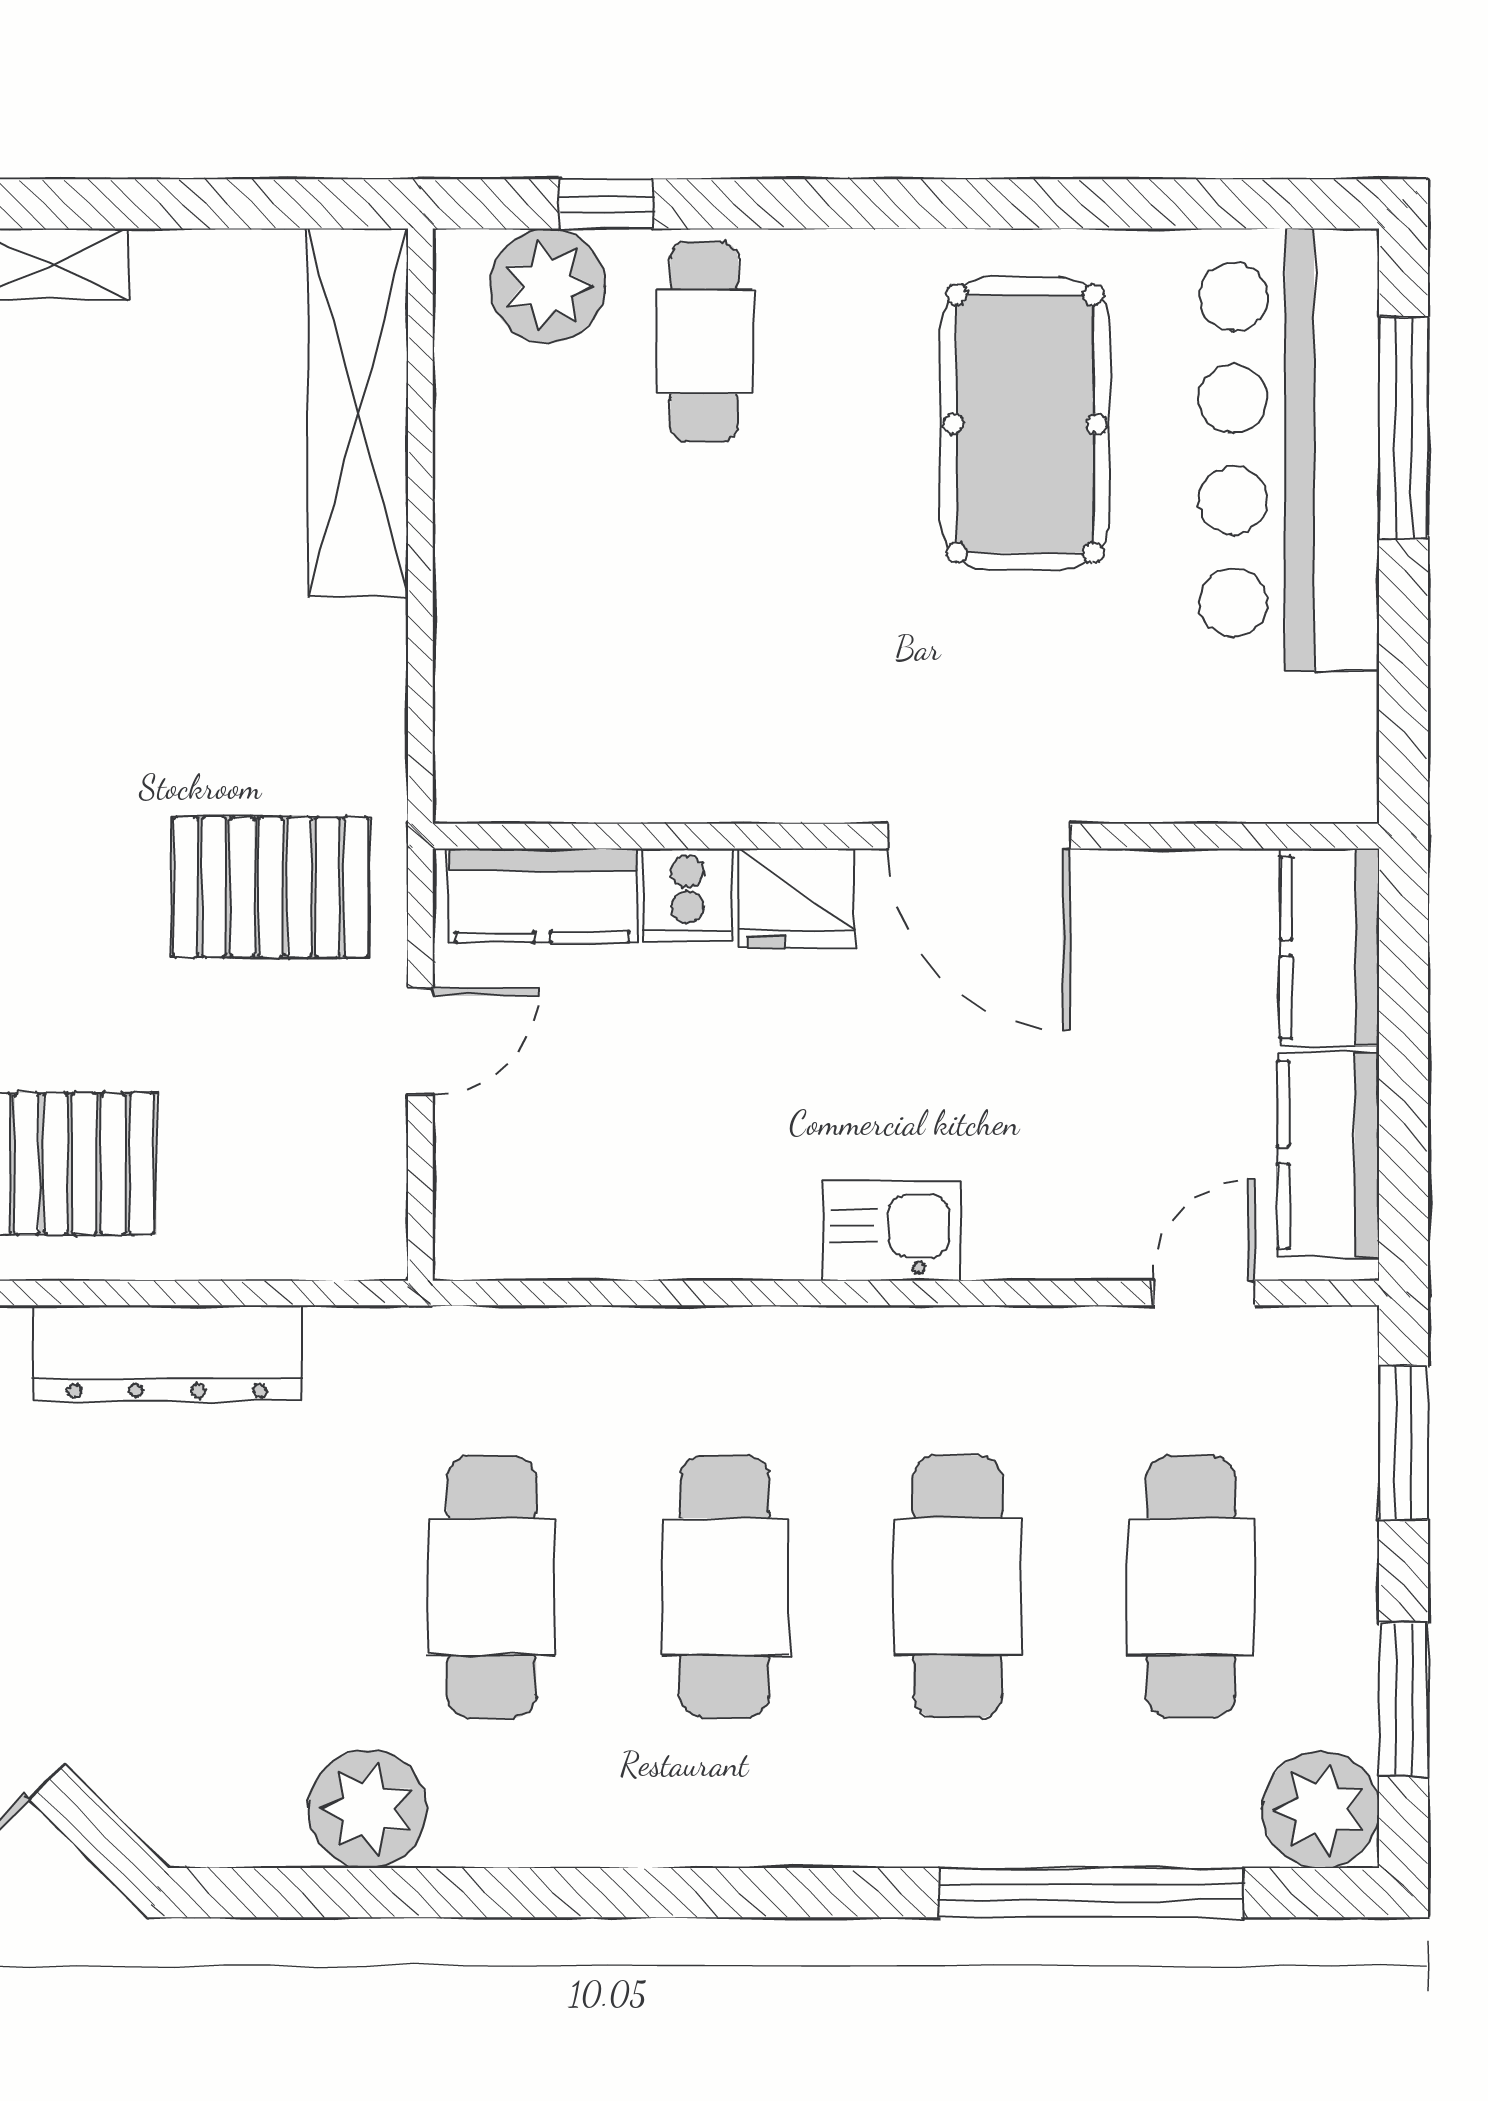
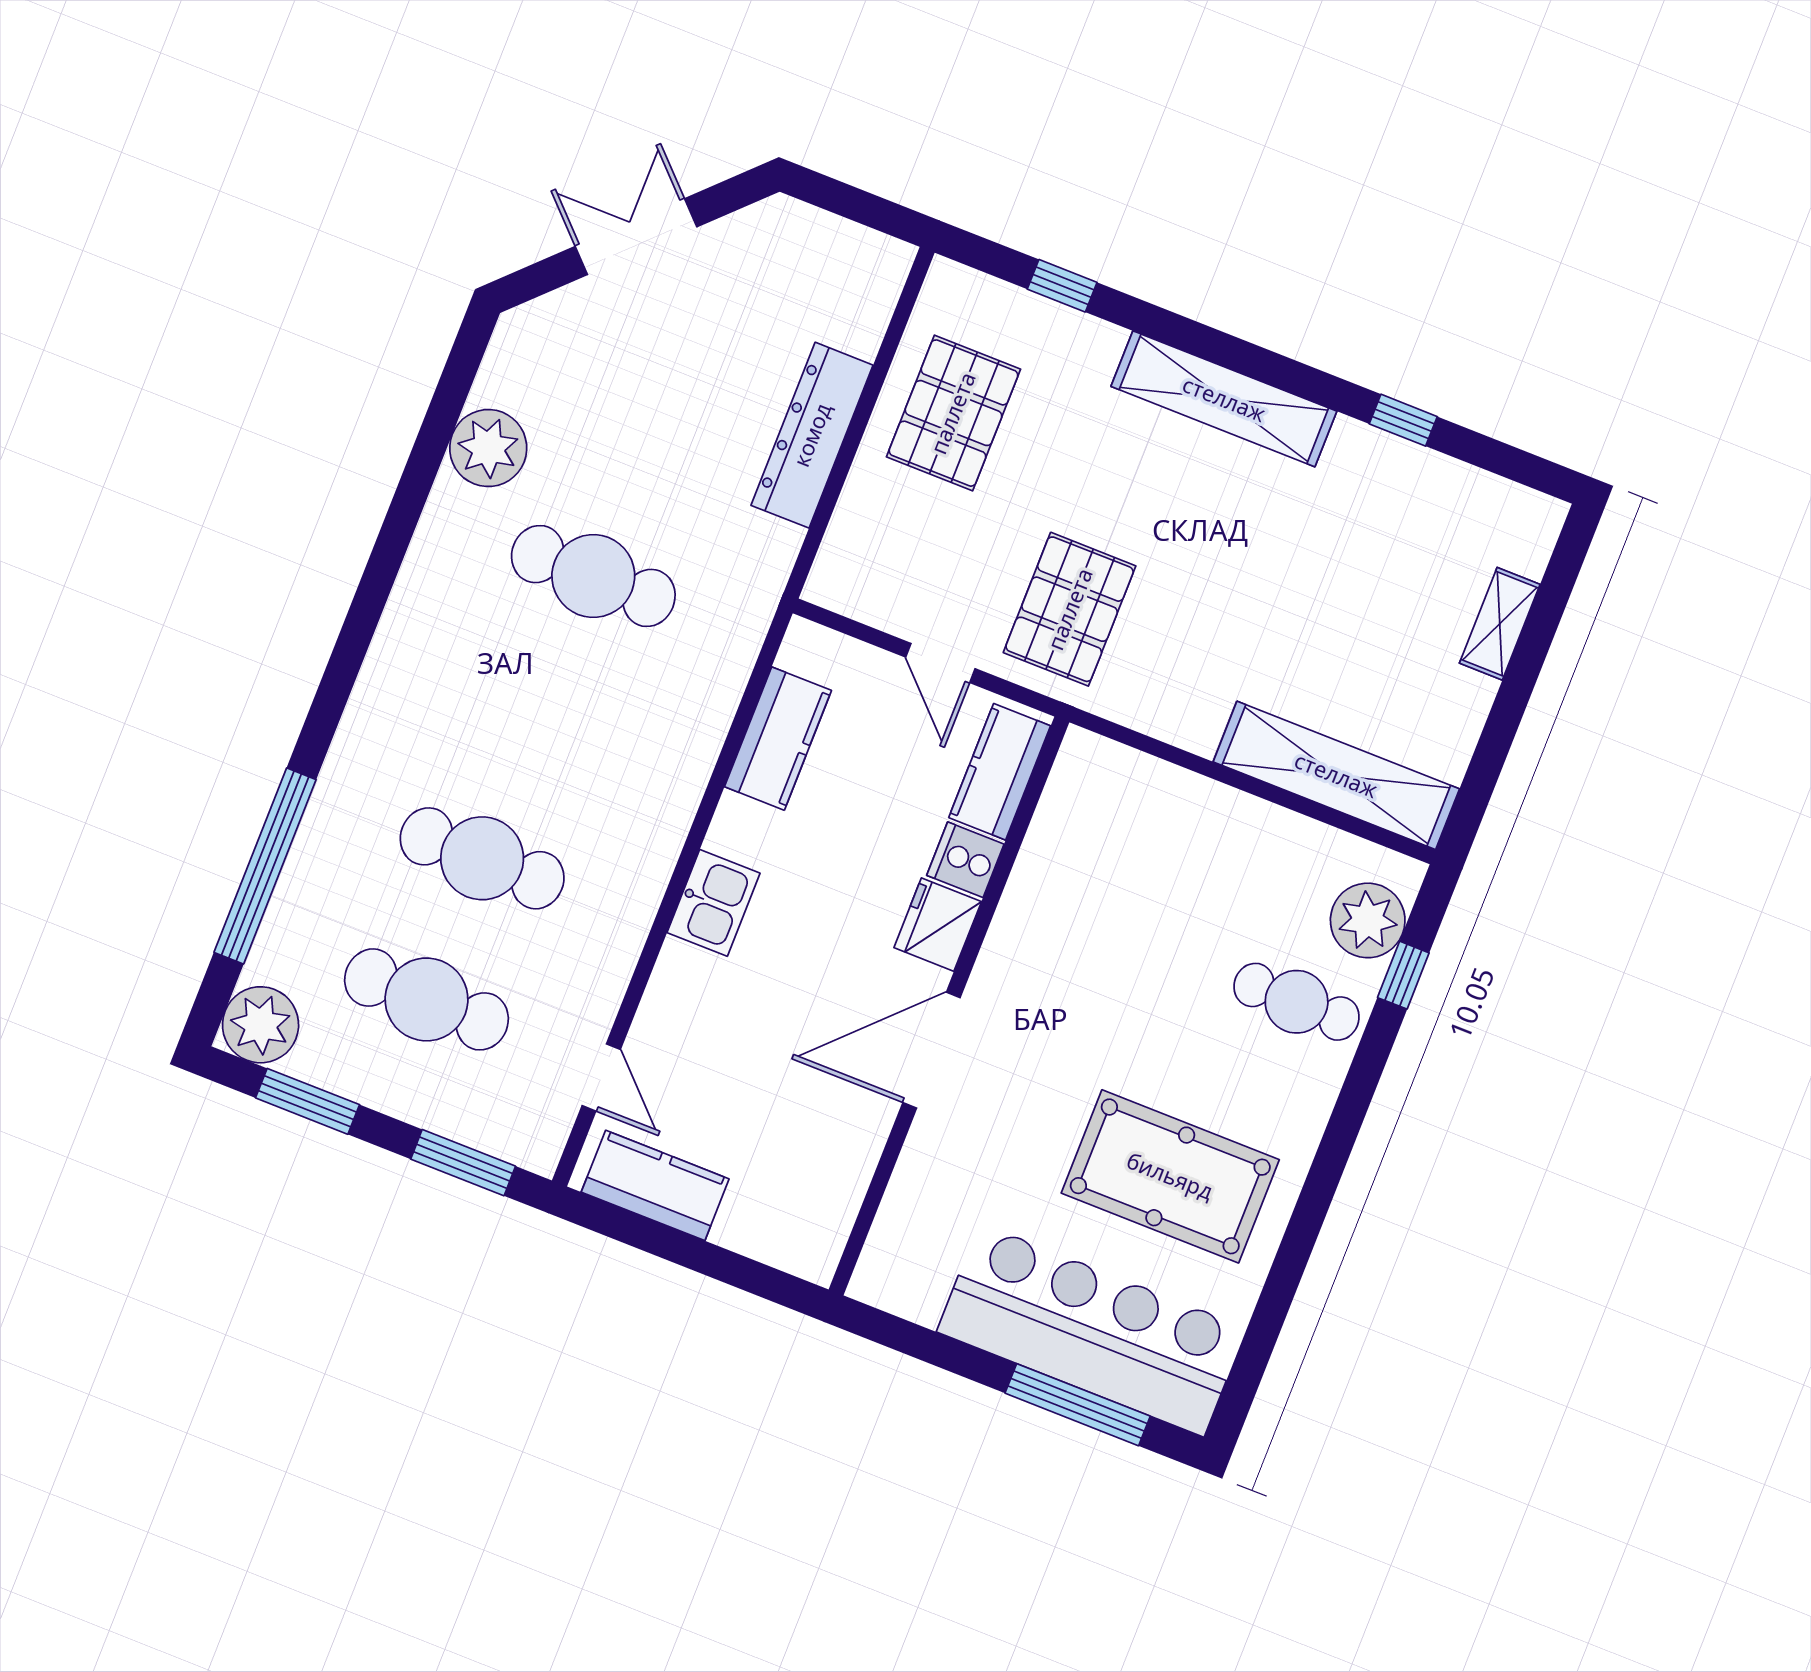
kitchen counter: (1330, 947) -> (778, 739), moved, turned 90
cafe table: (725, 1587) -> (538, 717), removed

